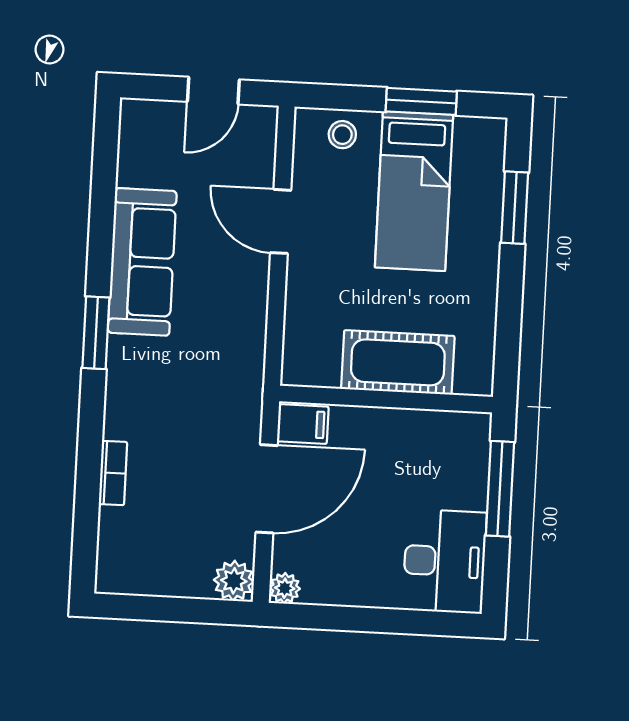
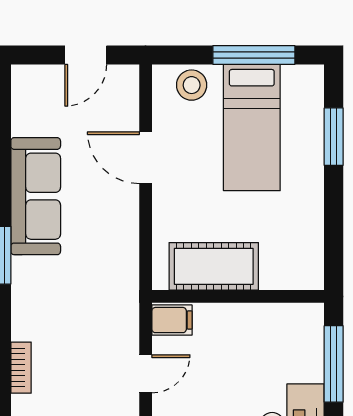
window: (421, 101) -> (254, 55), width x1.44
stool: (342, 135) -> (192, 85), width x1.37, depth x1.37
cot: (398, 362) -> (214, 266), moved
door: (267, 489) -> (146, 374), width x0.53

